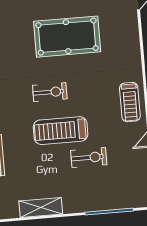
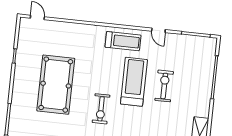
exercise bike: (50, 92) -> (101, 109), turned 180
treadmill: (61, 131) -> (134, 82), moved, turned 180

